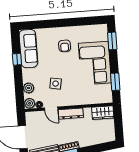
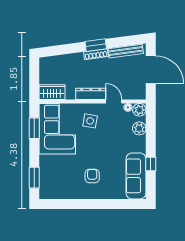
corner sofa: (95, 63) -> (57, 129), moved
side table: (56, 84) -> (90, 121), moved

